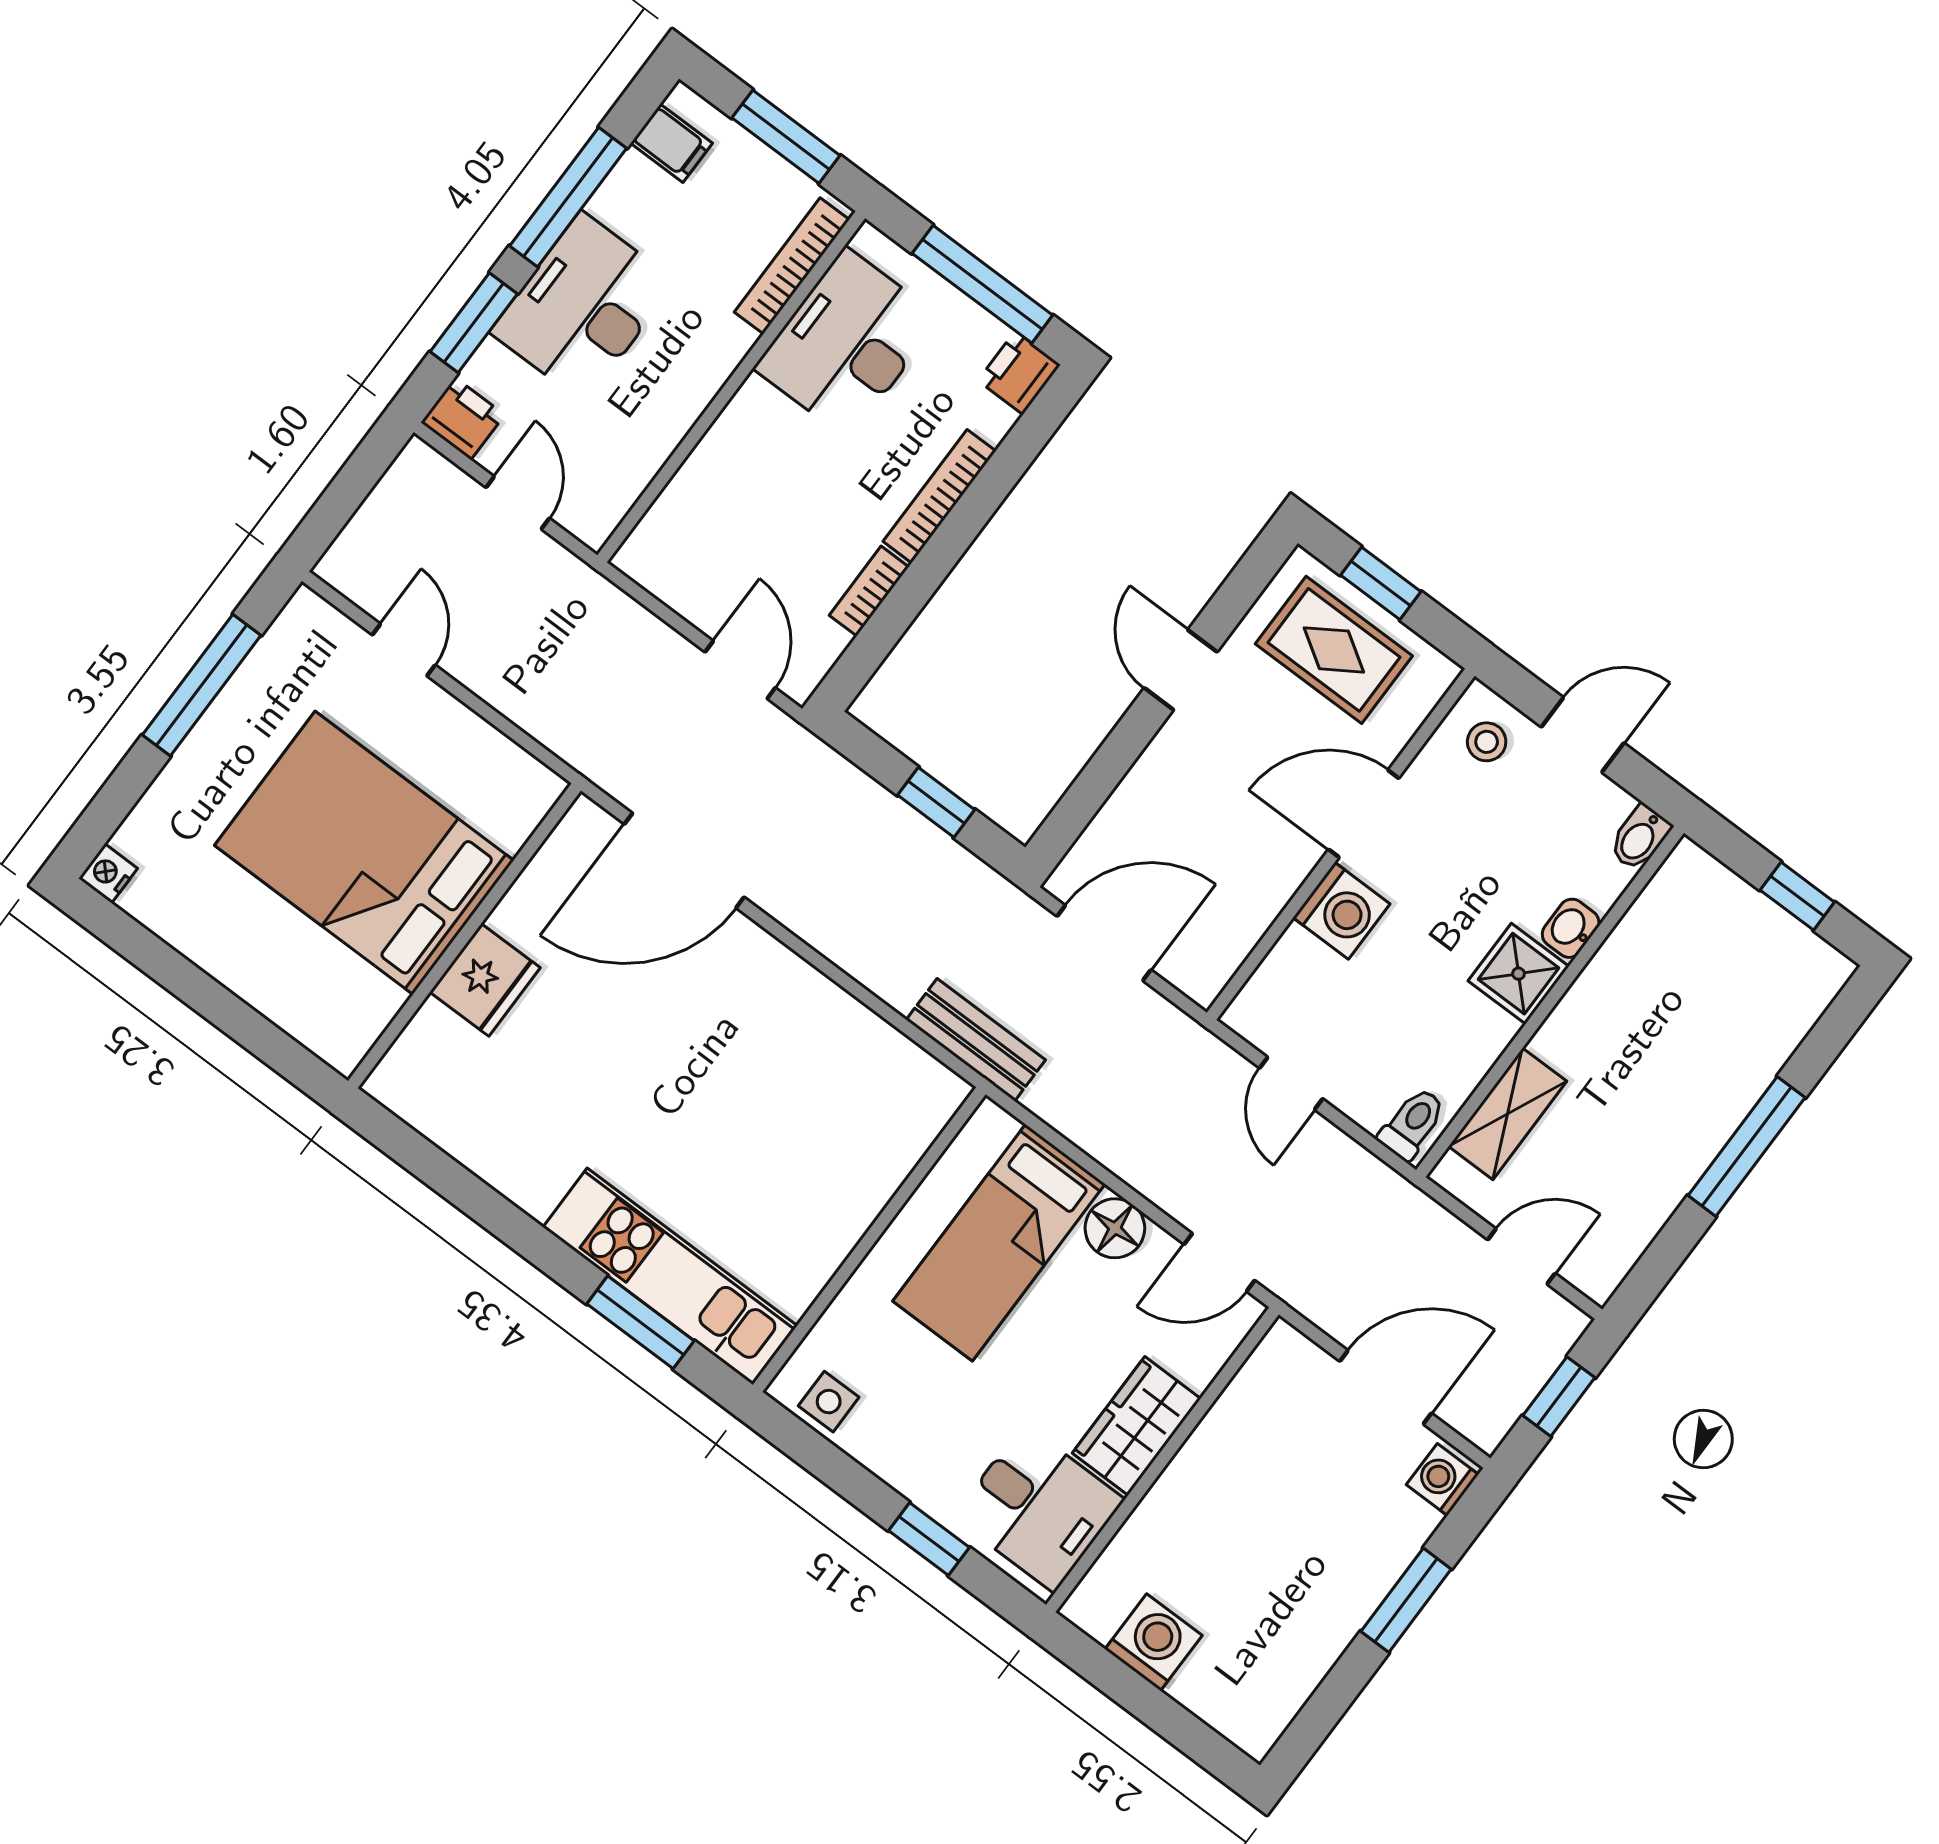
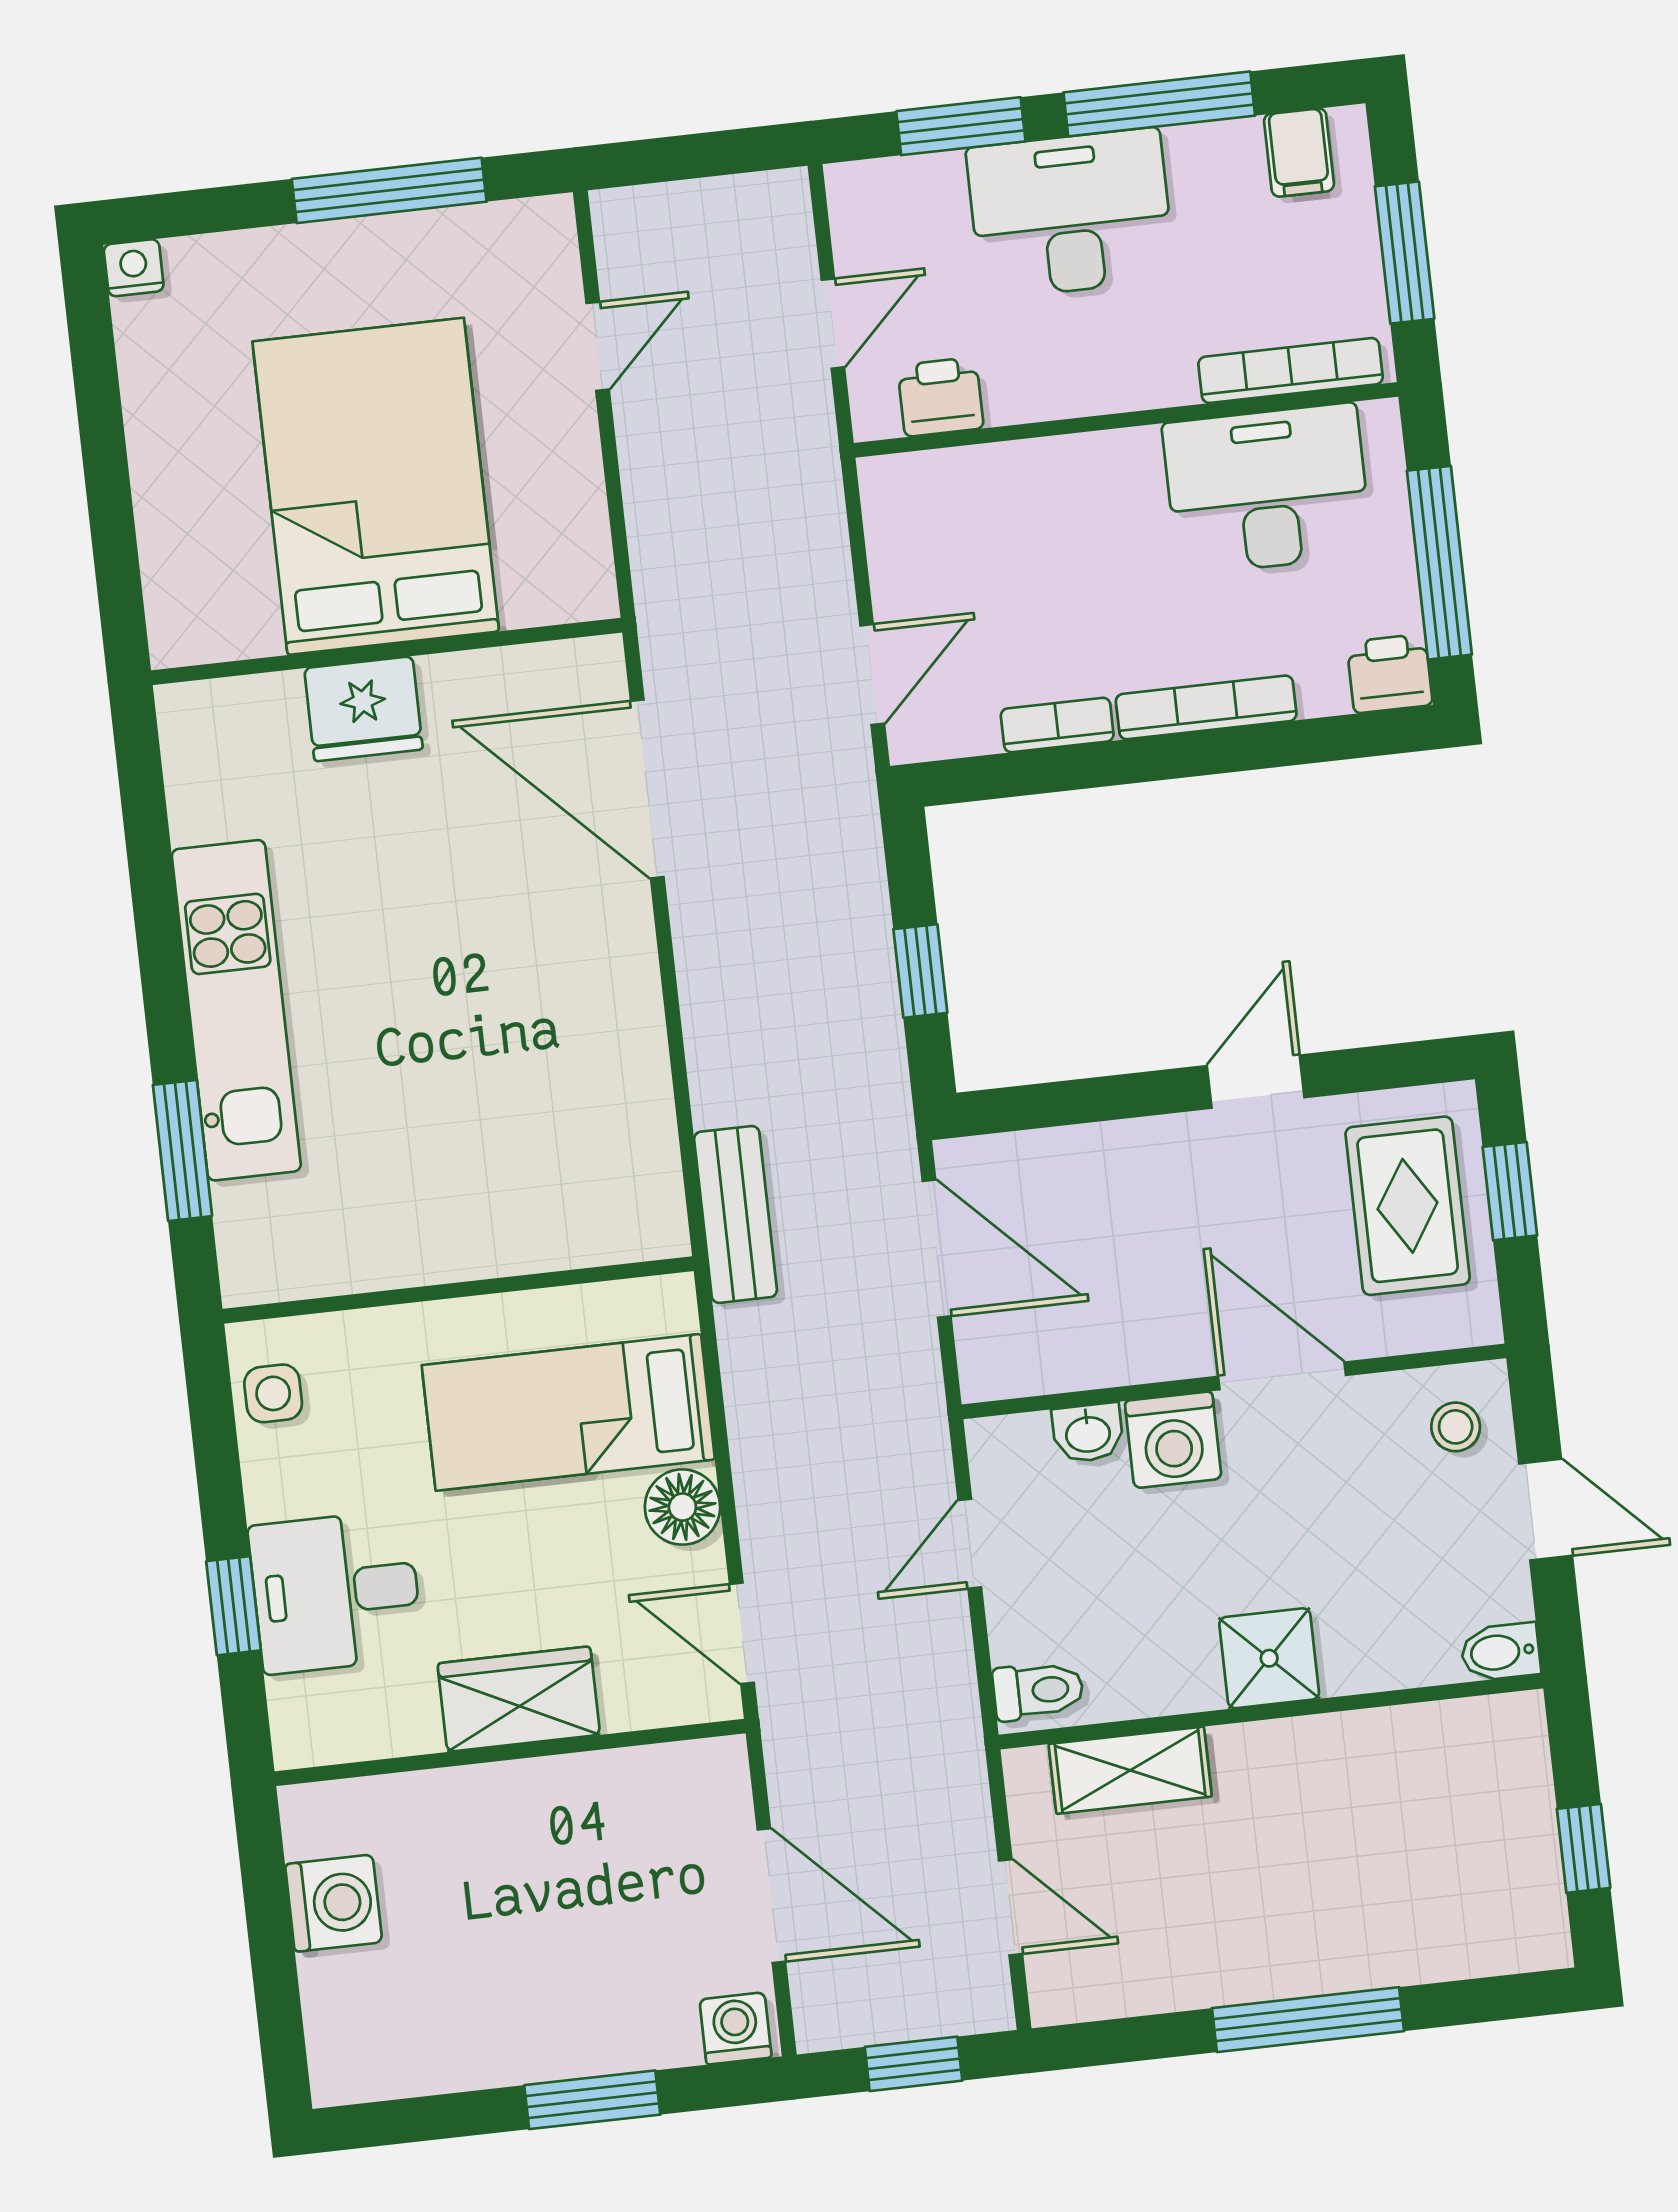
printer: (463, 419) -> (941, 397), moved, turned -90
washbasin: (1571, 928) -> (1088, 1433), moved, turned 180
kitchen unit: (670, 1276) -> (236, 1010), moved
desk: (1039, 1508) -> (336, 1592), moved, turned 90

